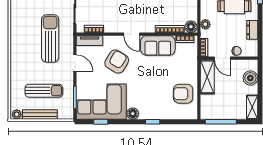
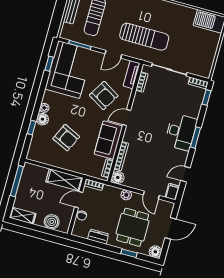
plant: (205, 24) -> (126, 195), moved
armchair: (183, 94) -> (66, 138), moved, turned 115
floor lamp: (133, 114) -> (42, 119), moved
plant: (144, 115) -> (44, 108), added
window: (153, 122) -> (32, 128), moved

